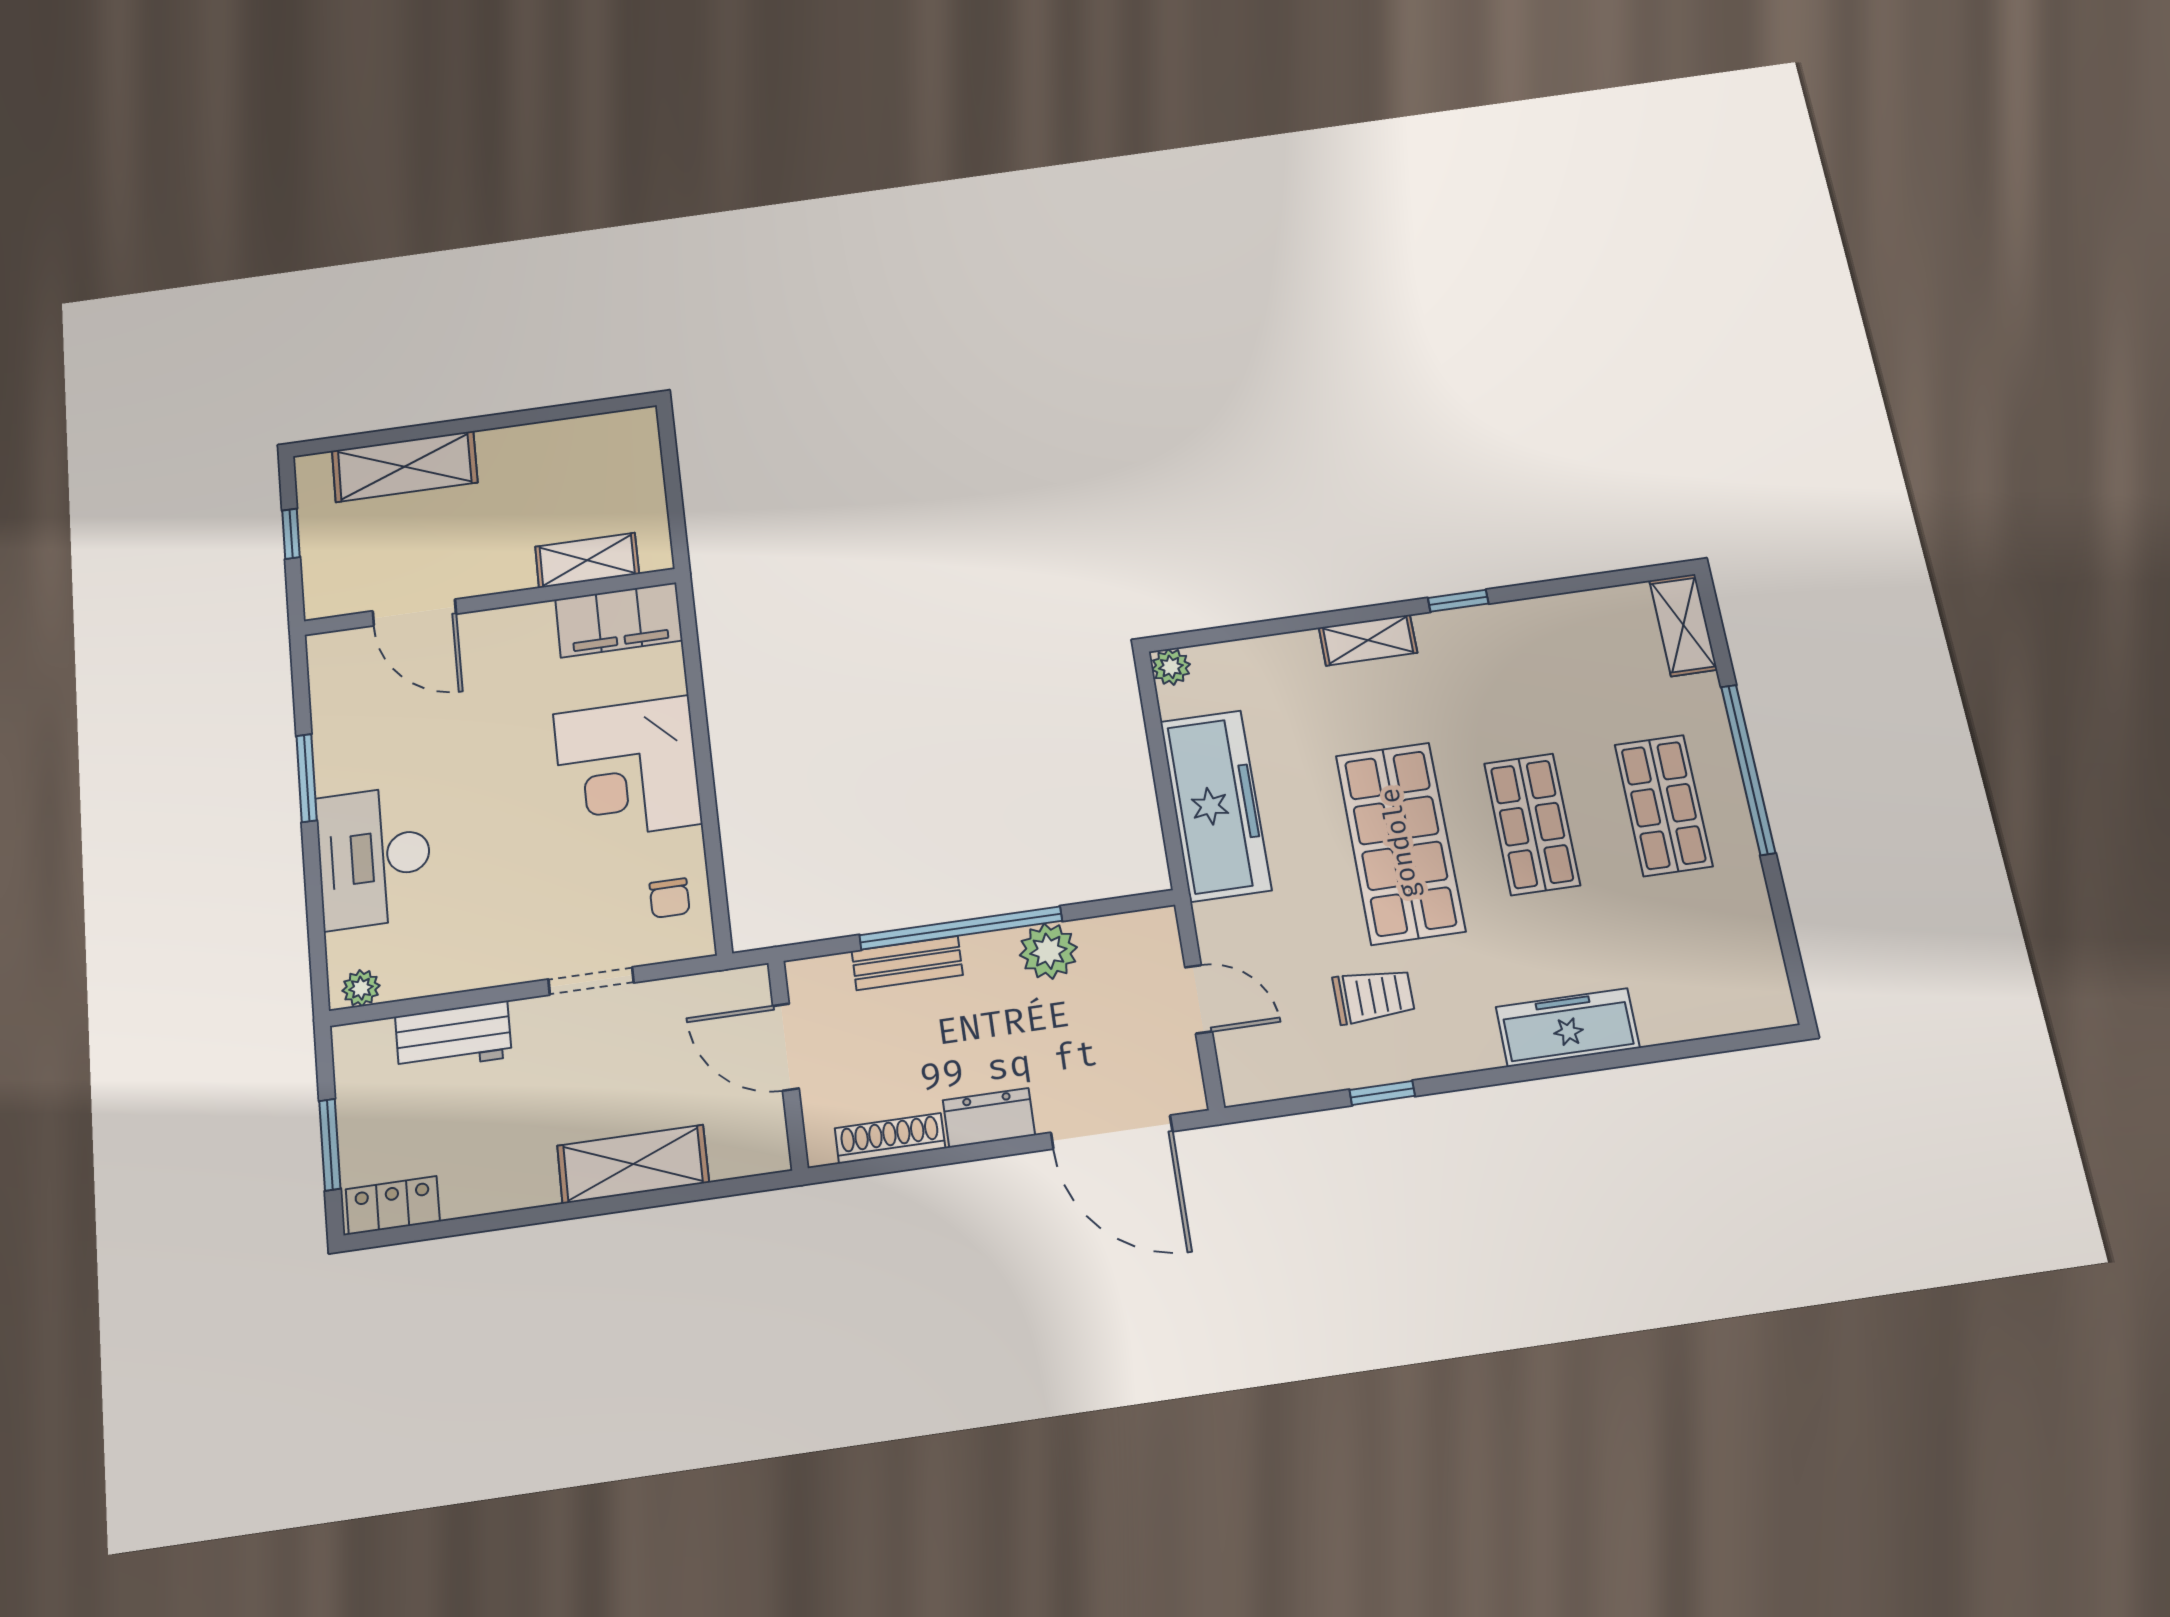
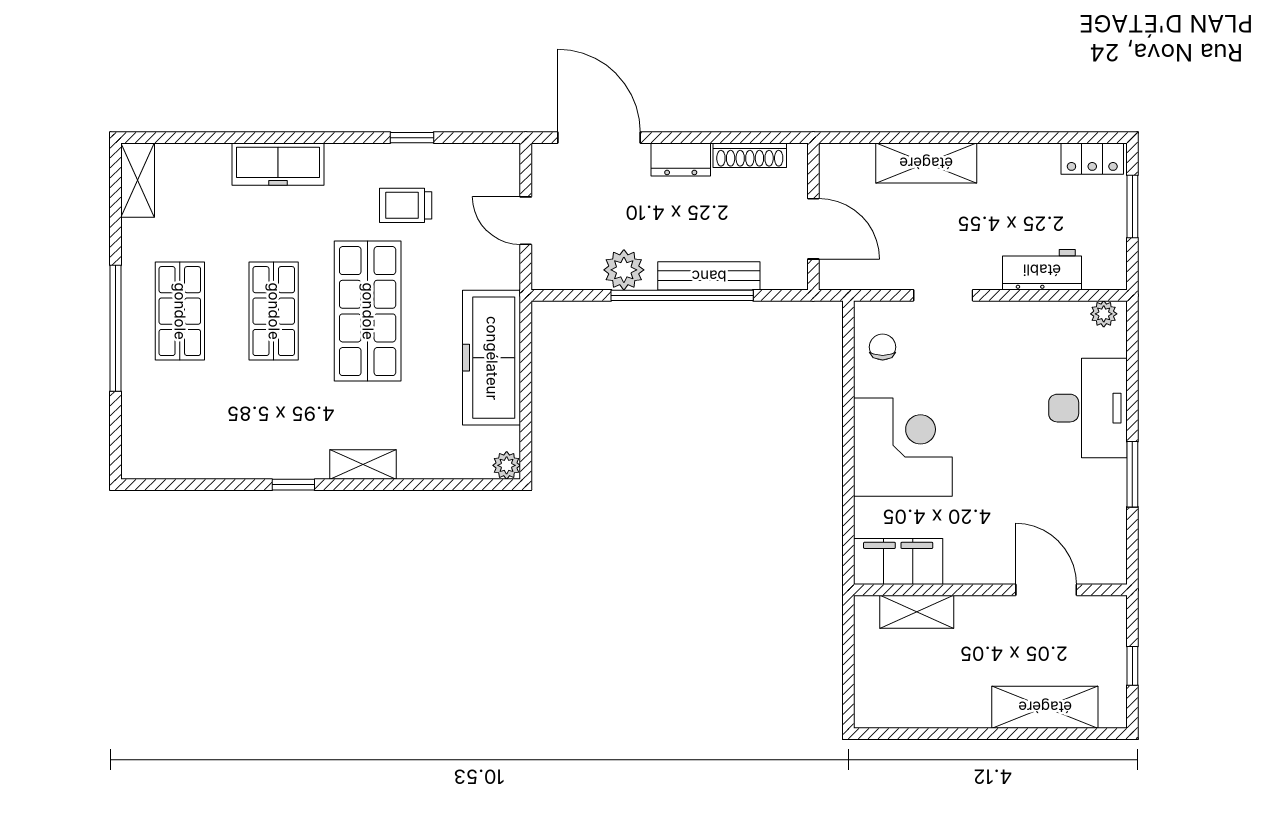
shelving: (1683, 625) -> (138, 180), moved
bench: (907, 963) -> (709, 276), width x1.36

